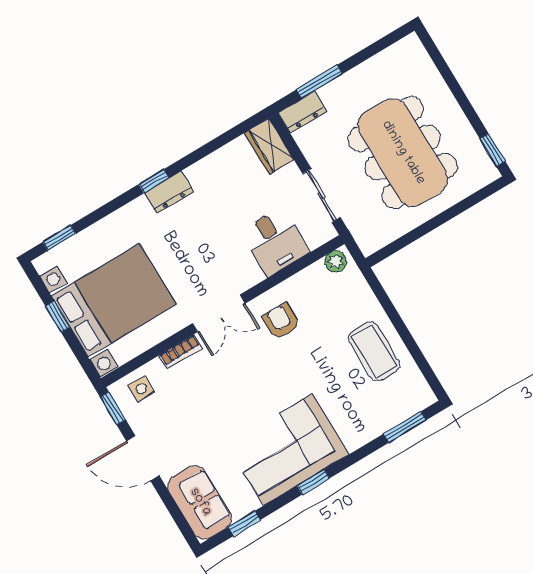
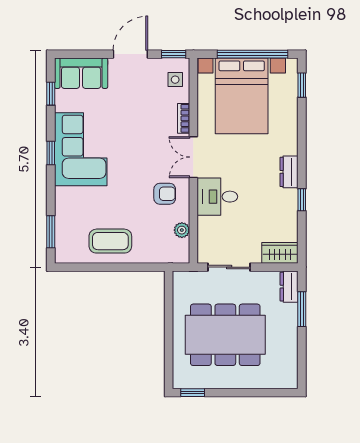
window: (154, 181) -> (302, 200), moved
desk: (275, 242) -> (217, 197), moved
plant: (336, 262) -> (182, 230), moved
window: (58, 317) -> (253, 54), width x3.17

